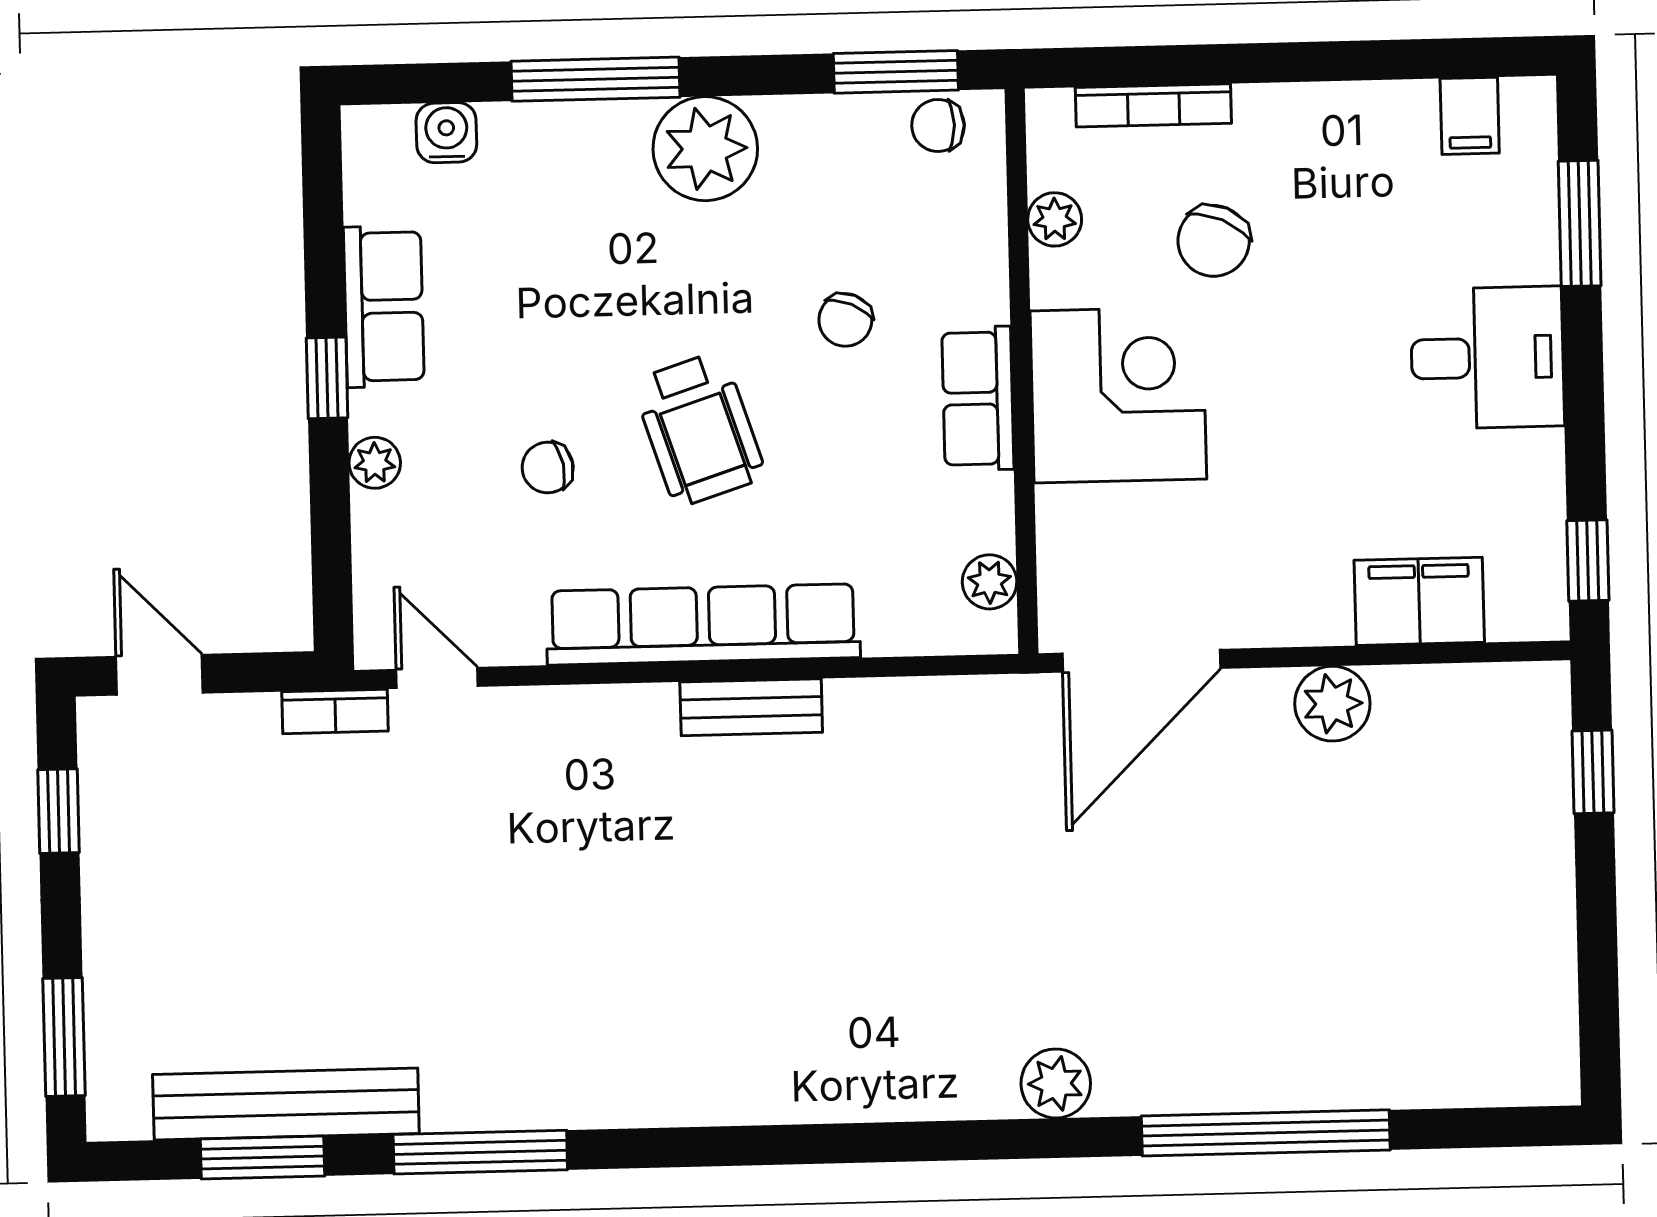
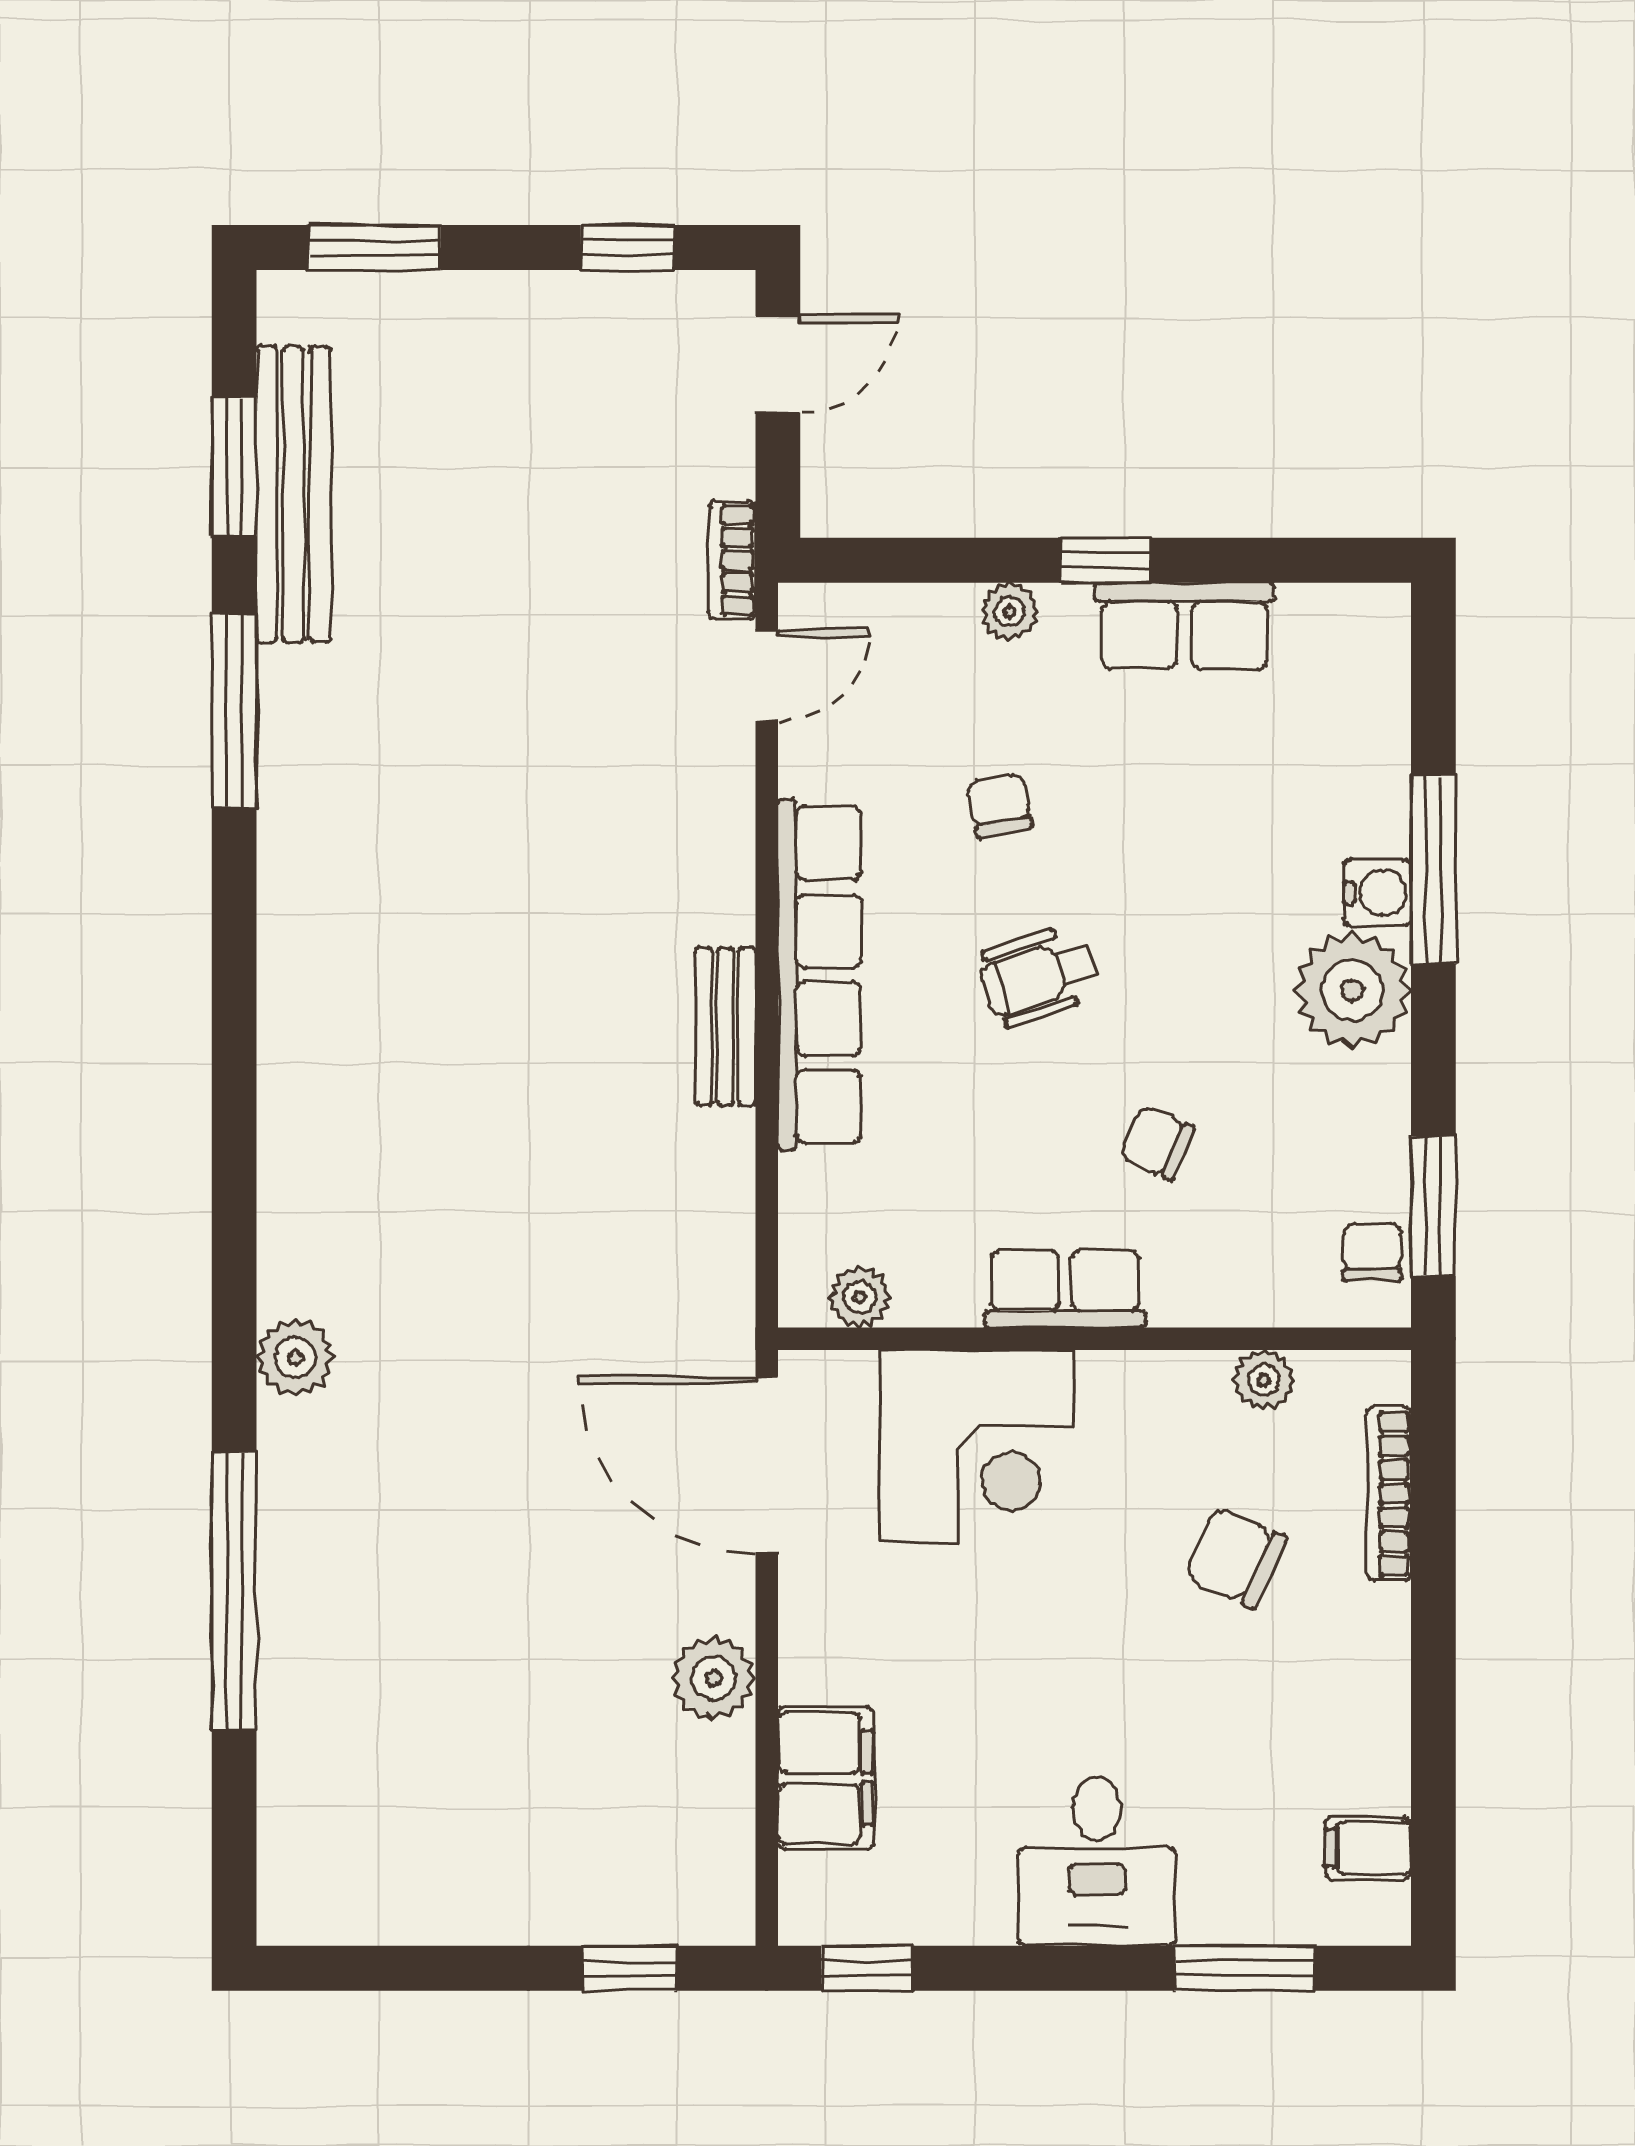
water cooler: (446, 133) -> (1378, 892), moved
corner desk: (1118, 395) -> (976, 1447), moved
wheelchair: (699, 429) -> (1038, 976), width x0.73, depth x0.73

